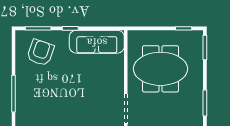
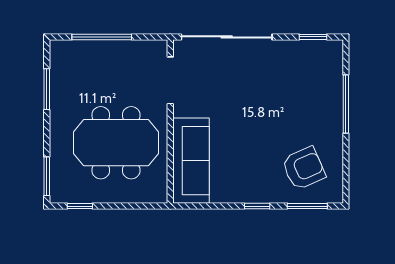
sofa: (97, 42) -> (191, 161), moved, turned 90
armchair: (41, 53) -> (304, 168), turned -133

